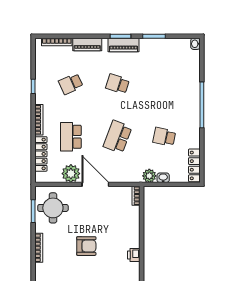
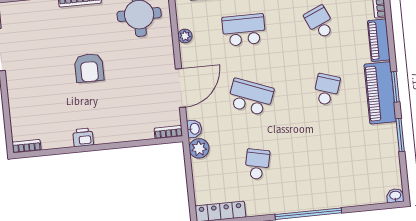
piano: (124, 45) -> (380, 93), width x1.37, depth x1.33
plant: (71, 174) -> (185, 36), width x0.53, depth x0.53
washbasin: (163, 178) -> (194, 129), moved
door: (95, 184) -> (180, 88), moved

